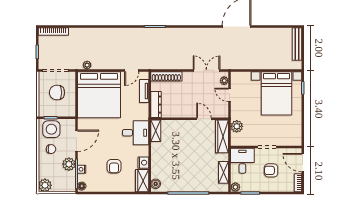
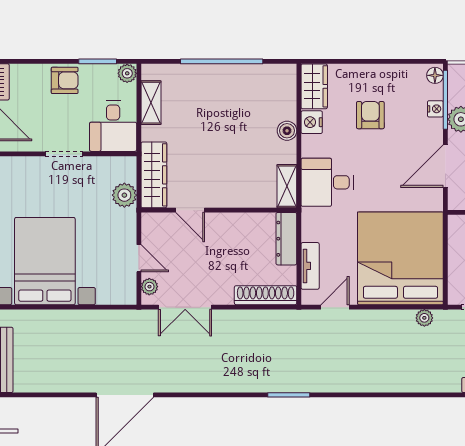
armchair: (271, 170) -> (65, 80), moved
boiler: (156, 184) -> (287, 131), moved

